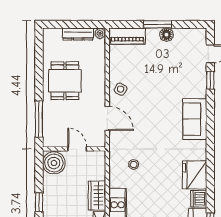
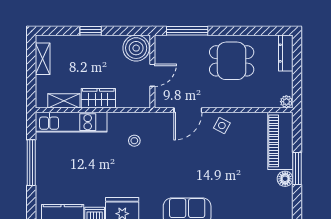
dresser: (78, 34) -> (286, 53), moved
piano: (127, 36) -> (280, 141), width x1.37, depth x1.33

